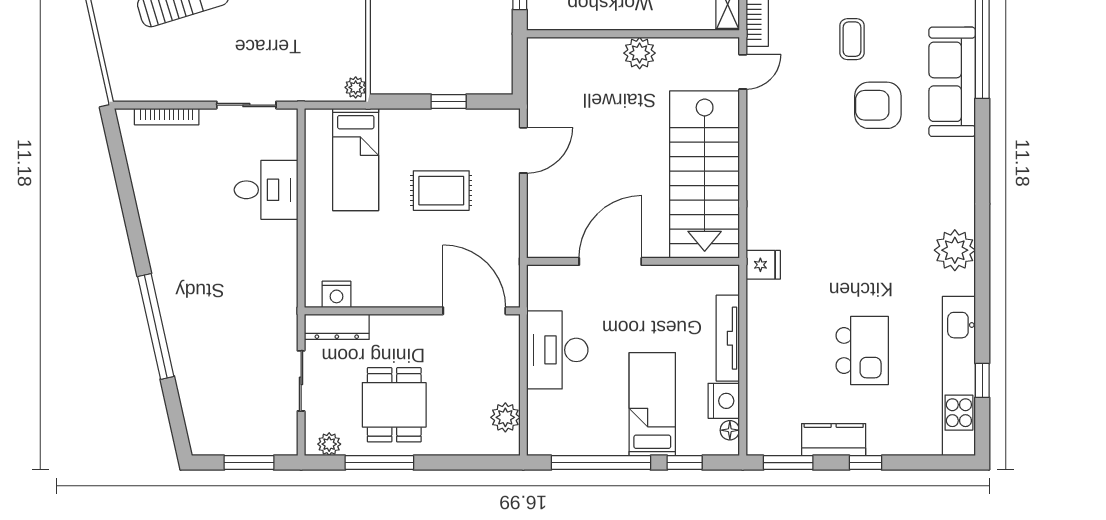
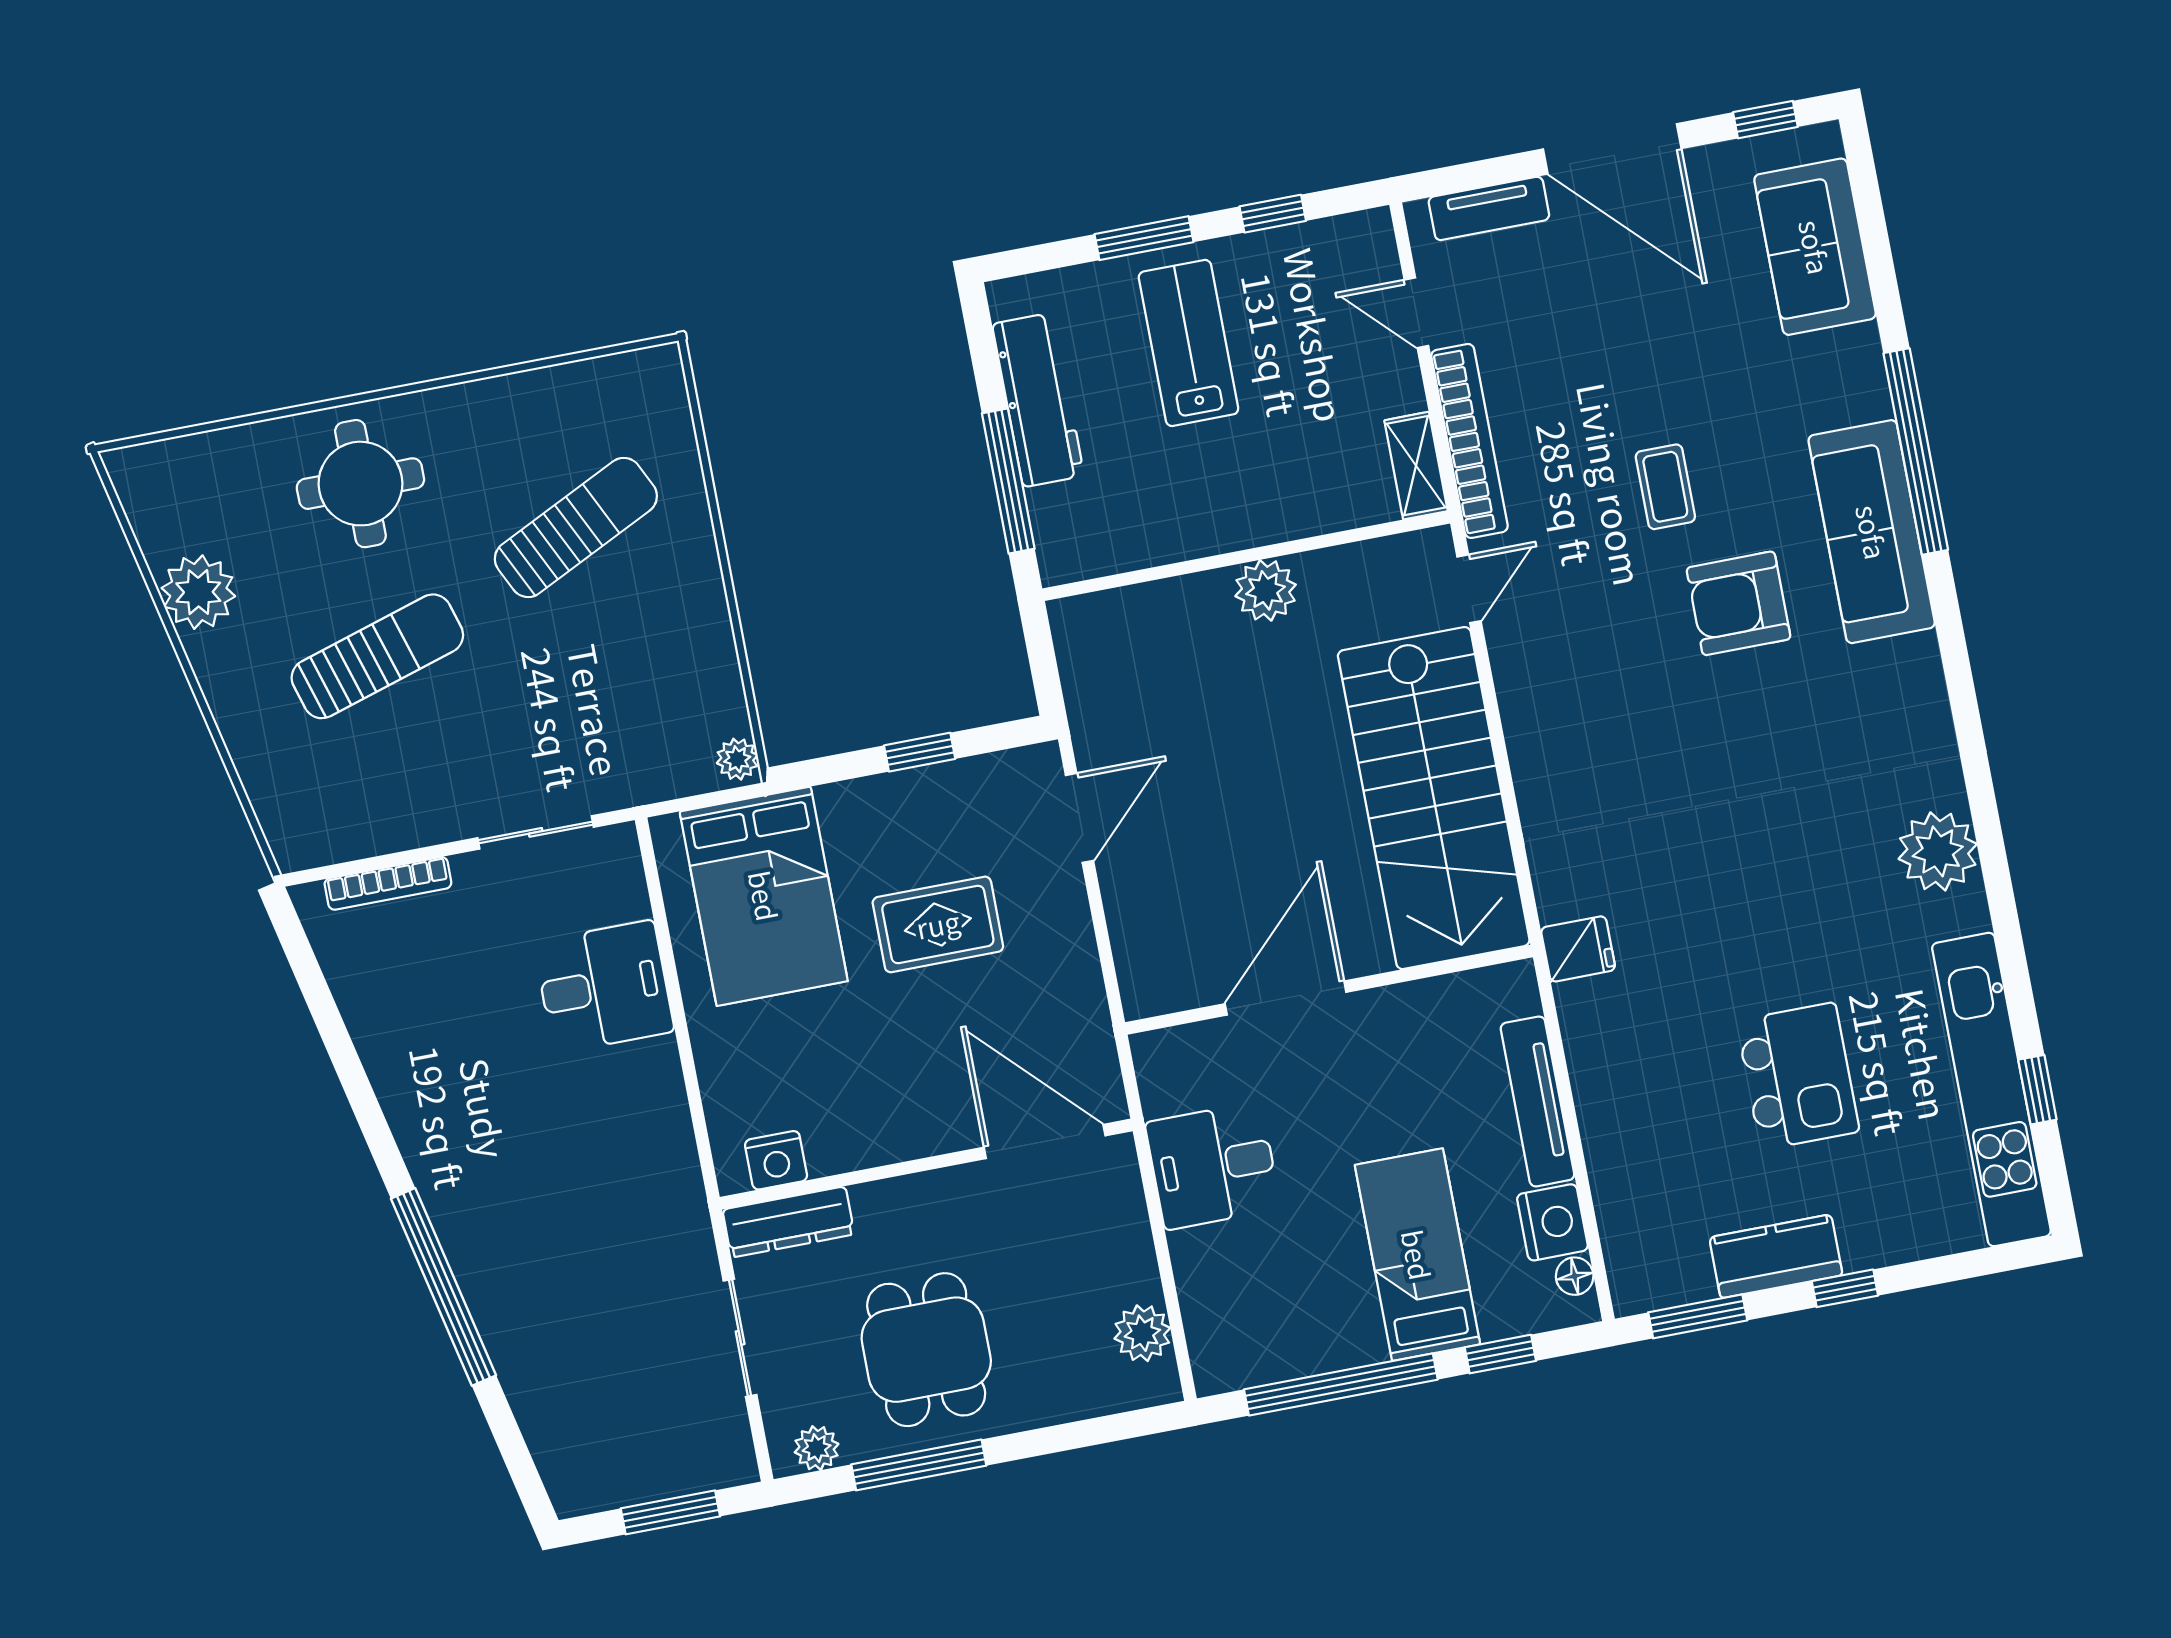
bed: (356, 159) -> (764, 896), width x1.50
desk: (557, 350) -> (1213, 1166), width x0.73

